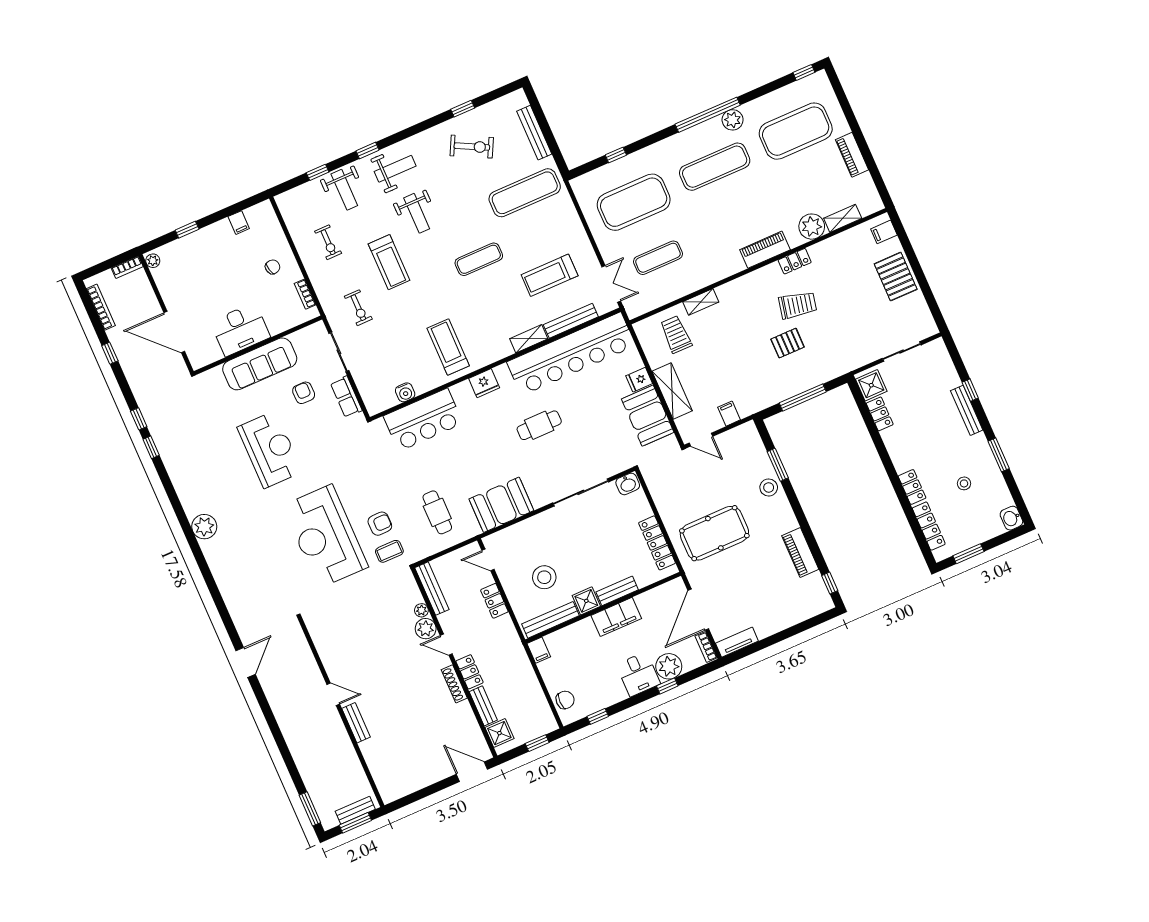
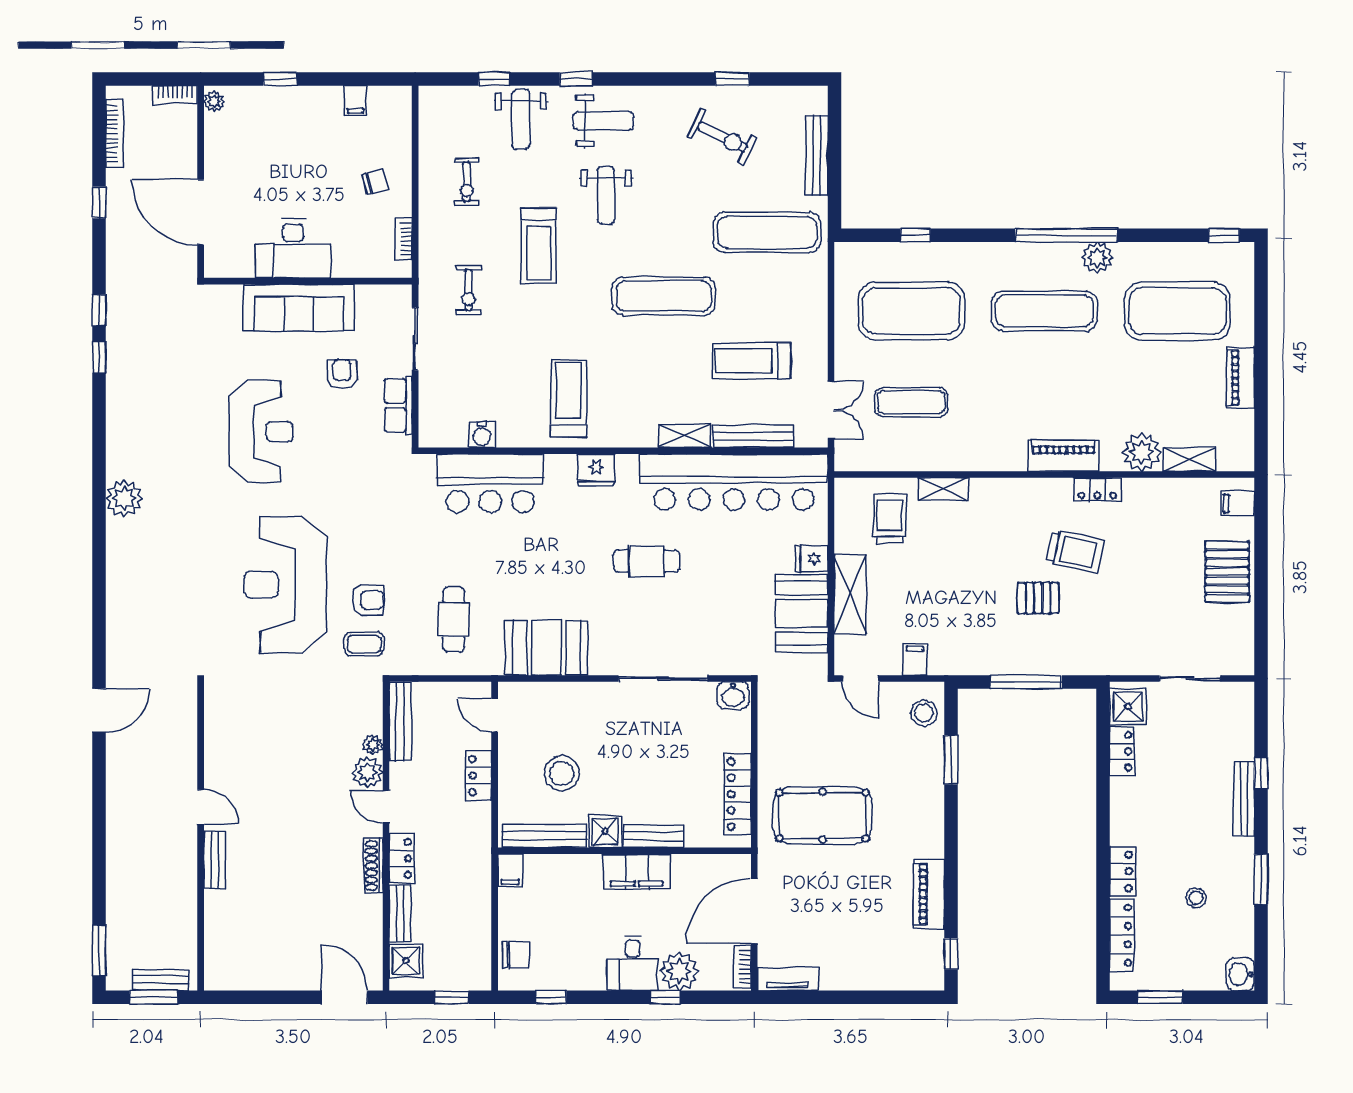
exercise mat: (479, 259) -> (664, 296), width x1.36, depth x1.45
stool: (769, 487) -> (924, 713), moved

